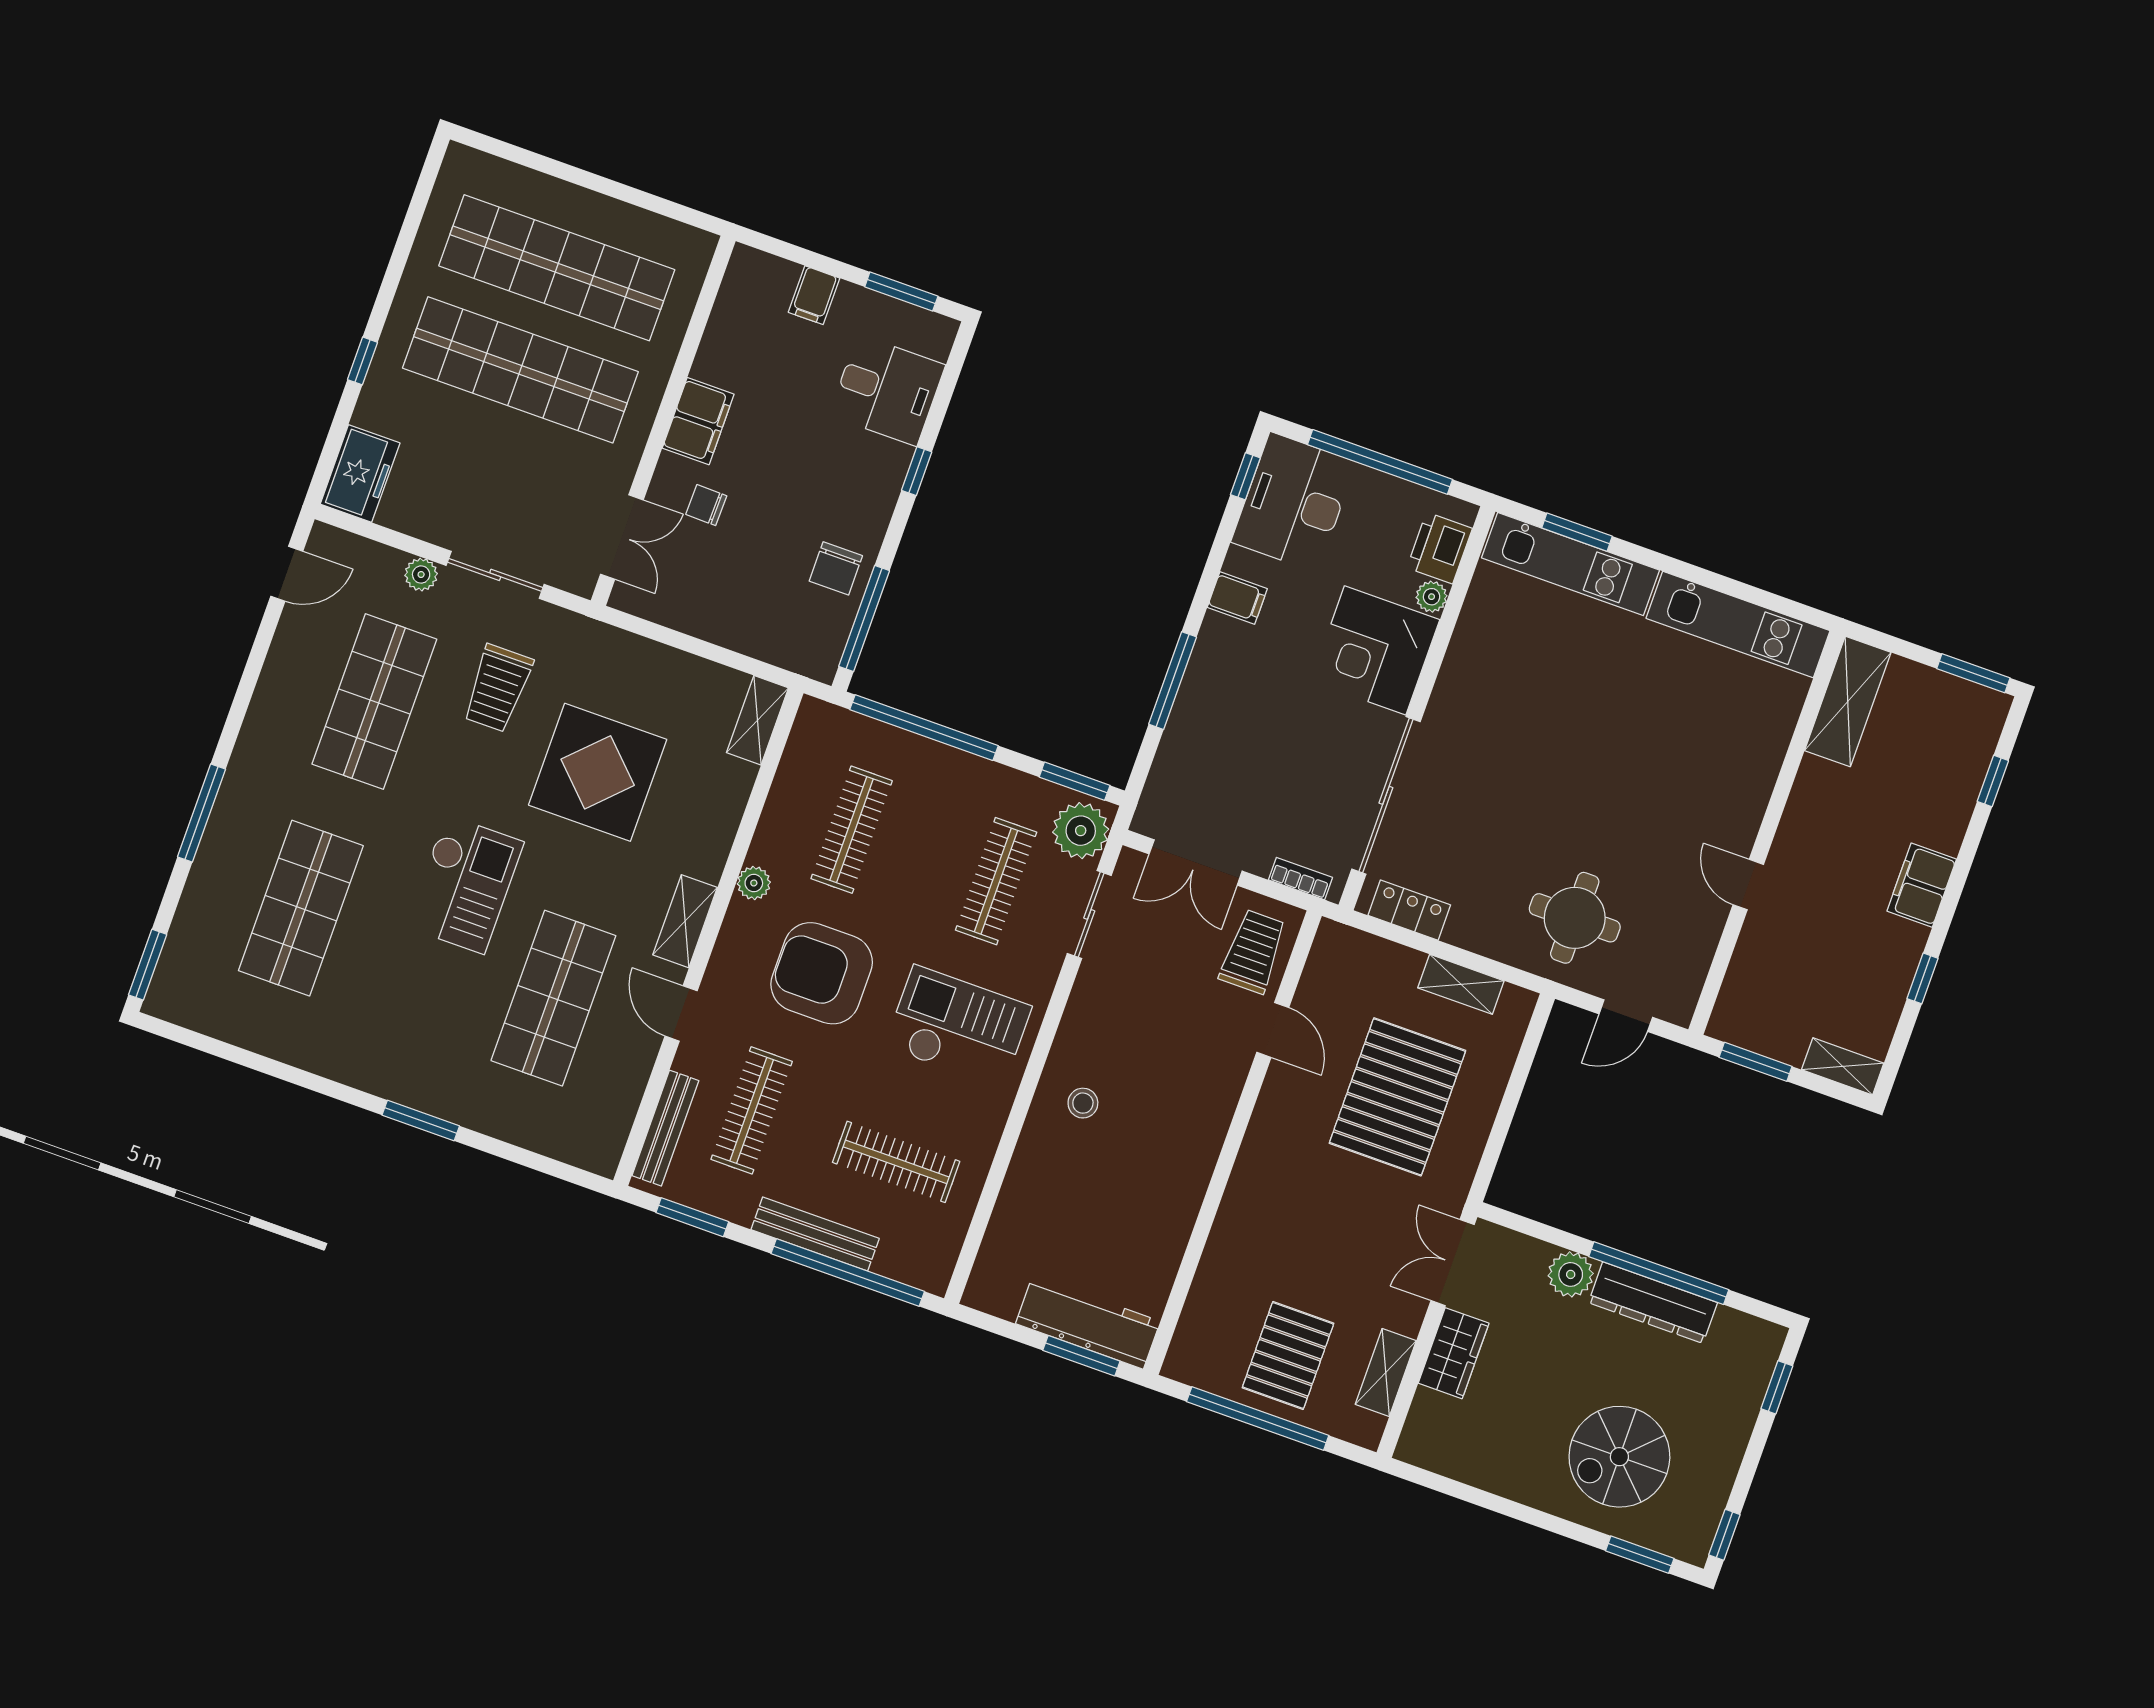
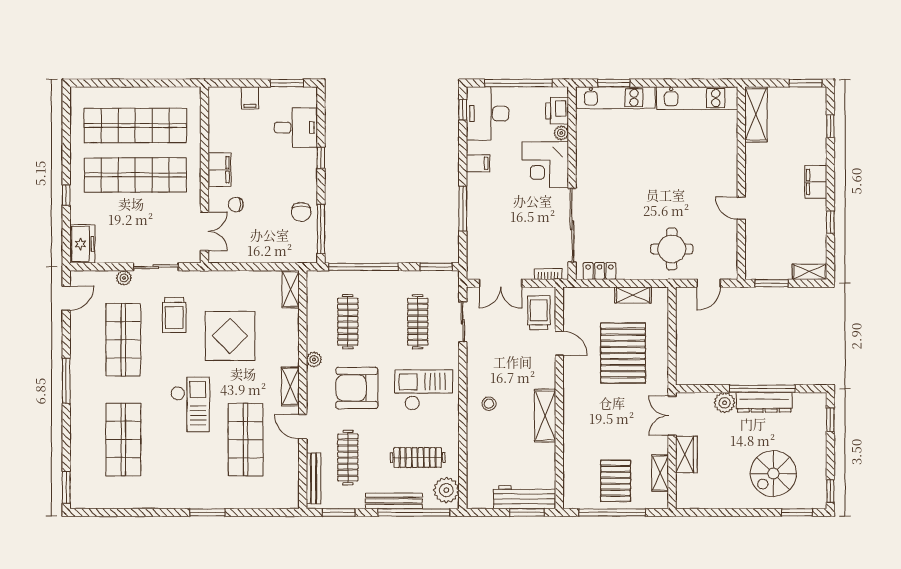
window: (202, 813) -> (66, 381), moved
plant: (1081, 831) -> (446, 490), moved
shelving: (1190, 1169) -> (545, 416), added

